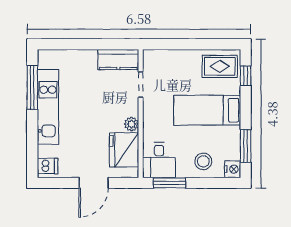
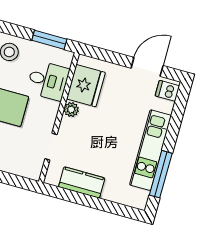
kitchen counter: (118, 60) -> (82, 182), moved
desk: (159, 160) -> (48, 80), moved, turned 90
door: (94, 183) -> (147, 67), moved

